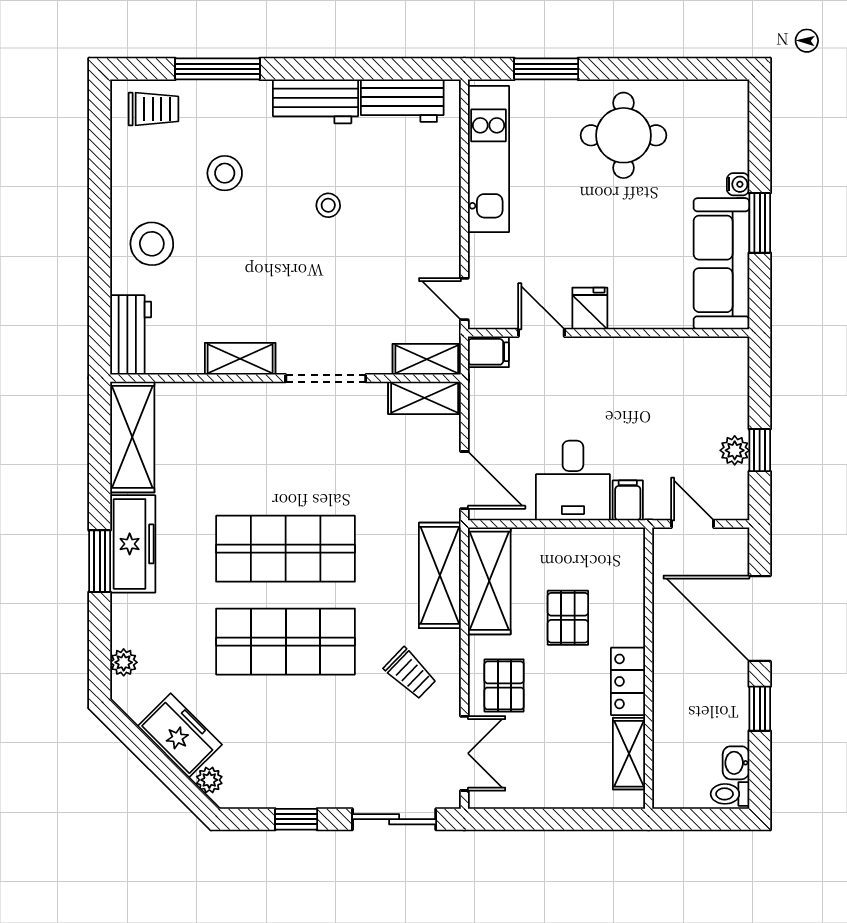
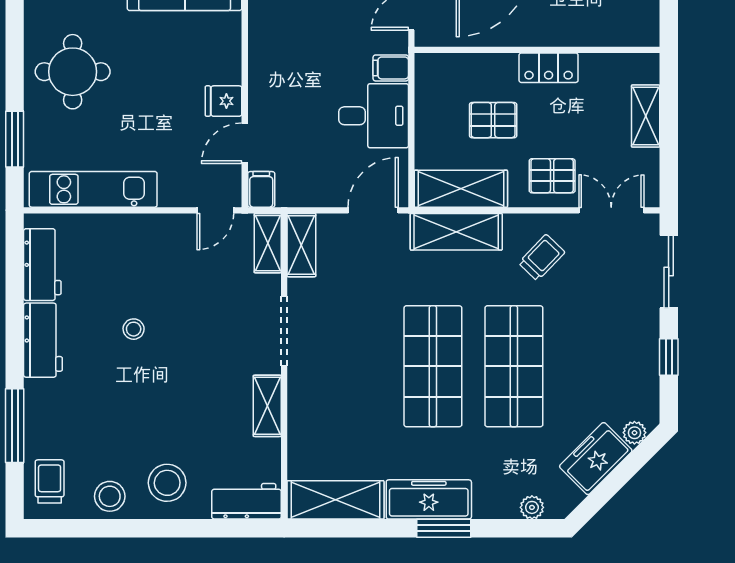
stool: (225, 173) -> (110, 496), moved
shelving: (629, 754) -> (646, 116), moved, turned 90

